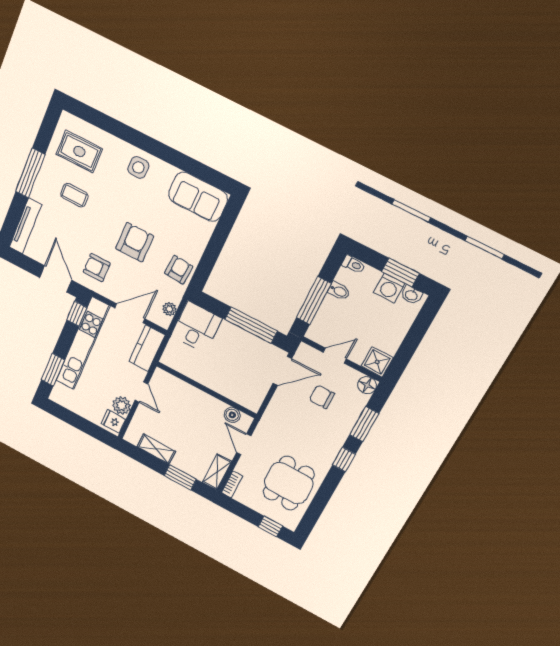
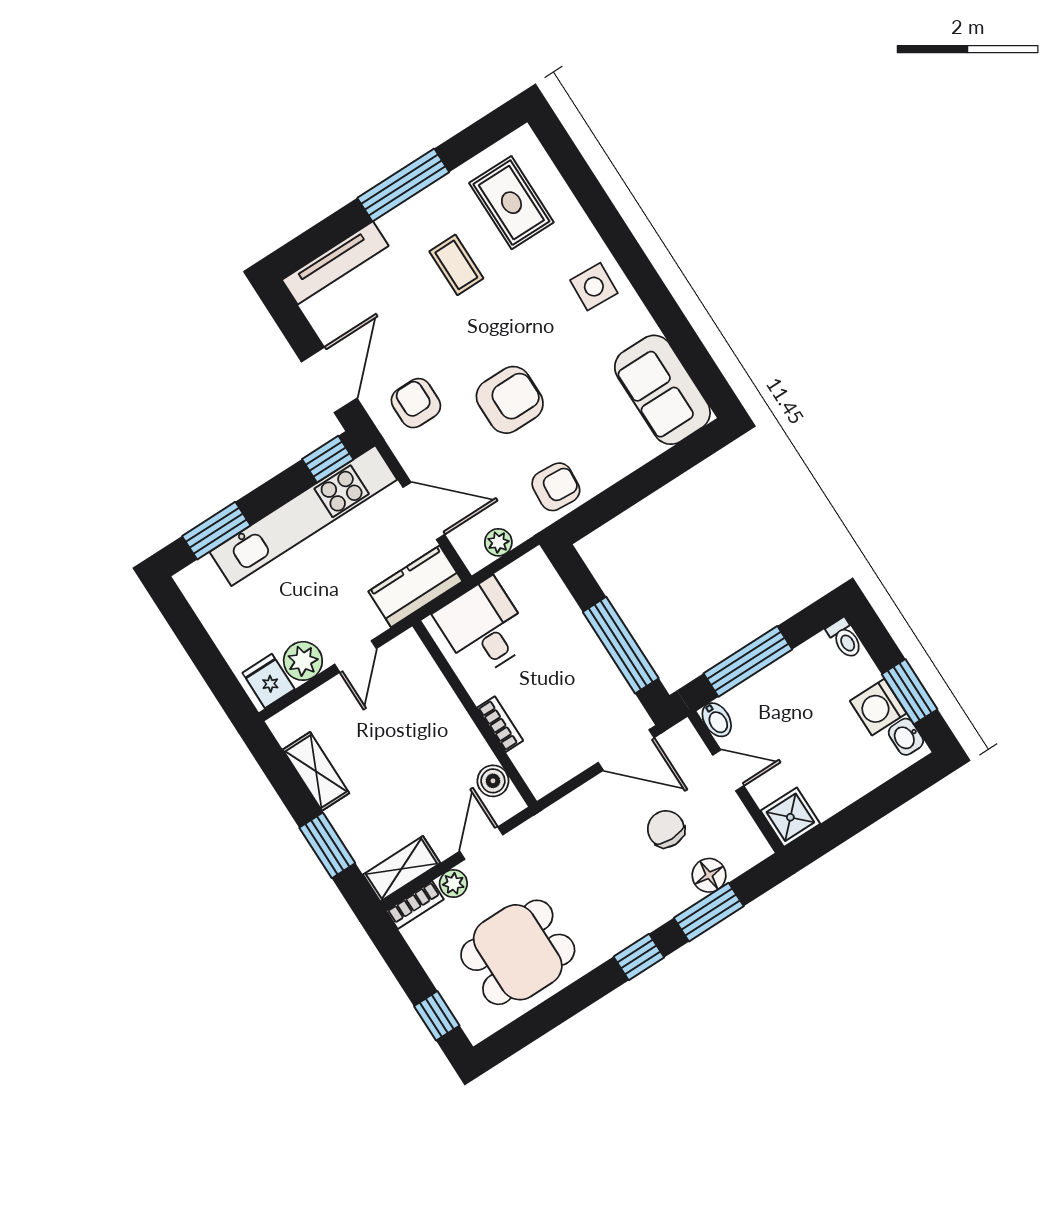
bidet: (339, 291) -> (717, 720), moved
desk: (197, 327) -> (484, 628), moved, turned -90
floor lamp: (367, 385) -> (709, 875), moved
bookcase: (220, 389) -> (500, 724), added
plant: (243, 467) -> (453, 883), added

